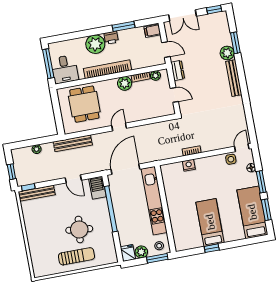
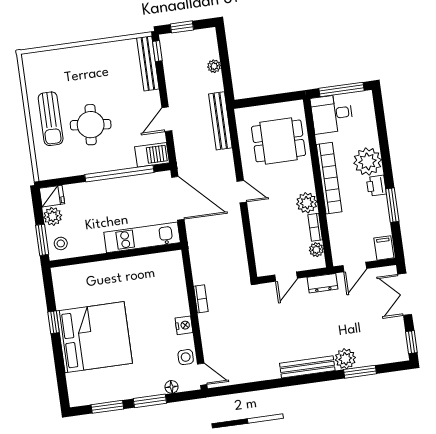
nightstand: (189, 165) -> (184, 325), moved
kitchen unit: (154, 201) -> (142, 237), width x0.73
bed: (252, 212) -> (104, 386), removed
bed: (210, 222) -> (94, 337), width x2.04

